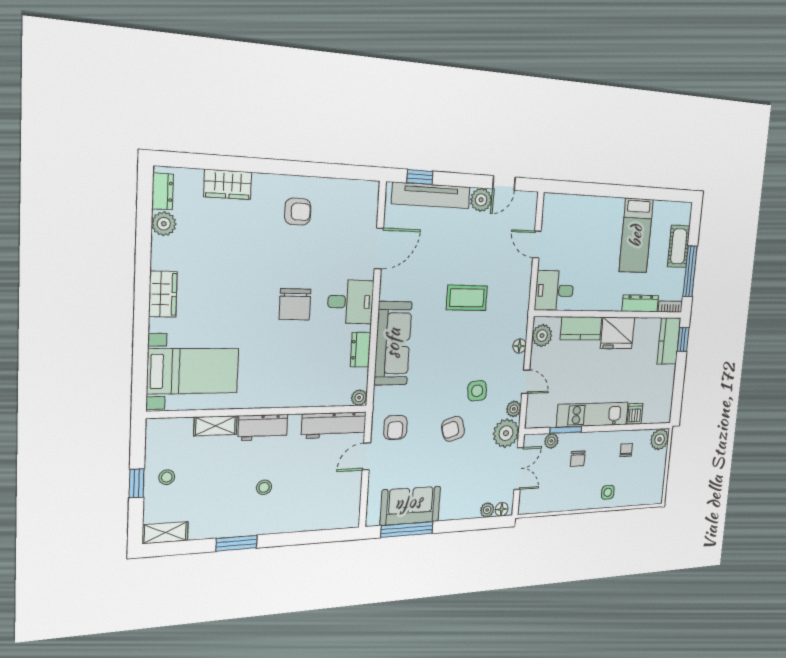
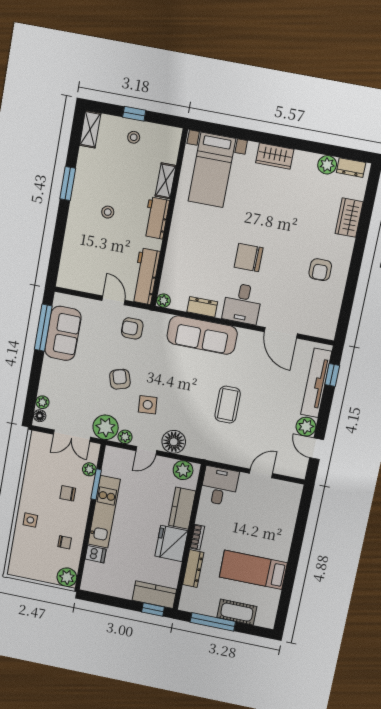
bookcase: (670, 307) -> (197, 537), moved
floor lamp: (520, 346) -> (174, 442), width x1.89, depth x1.89

